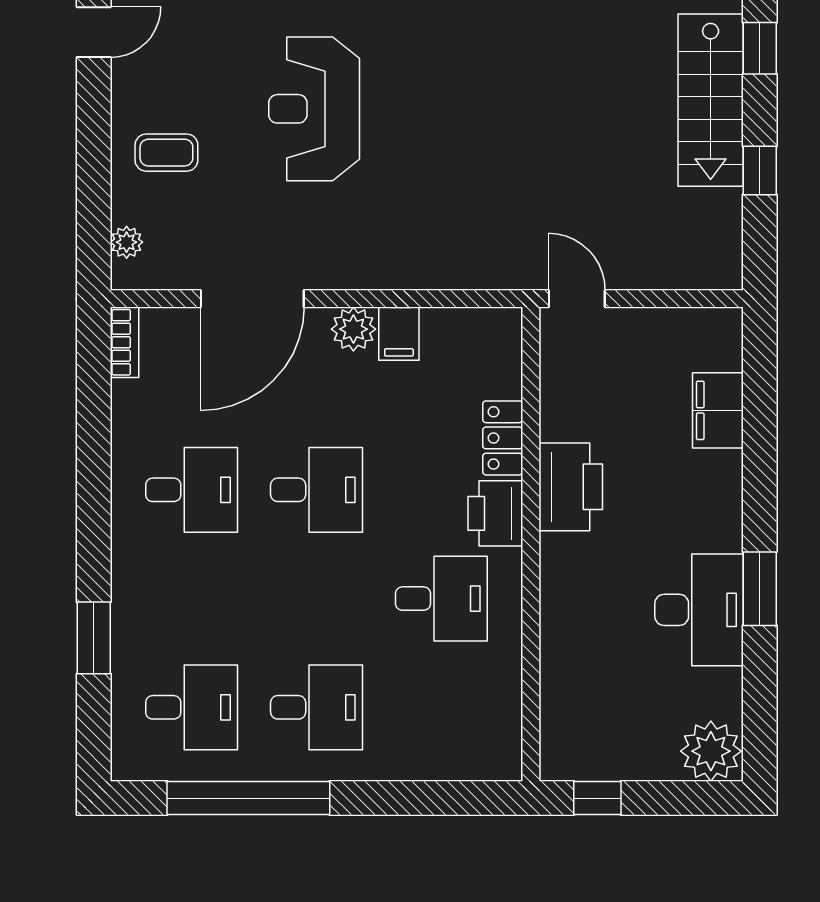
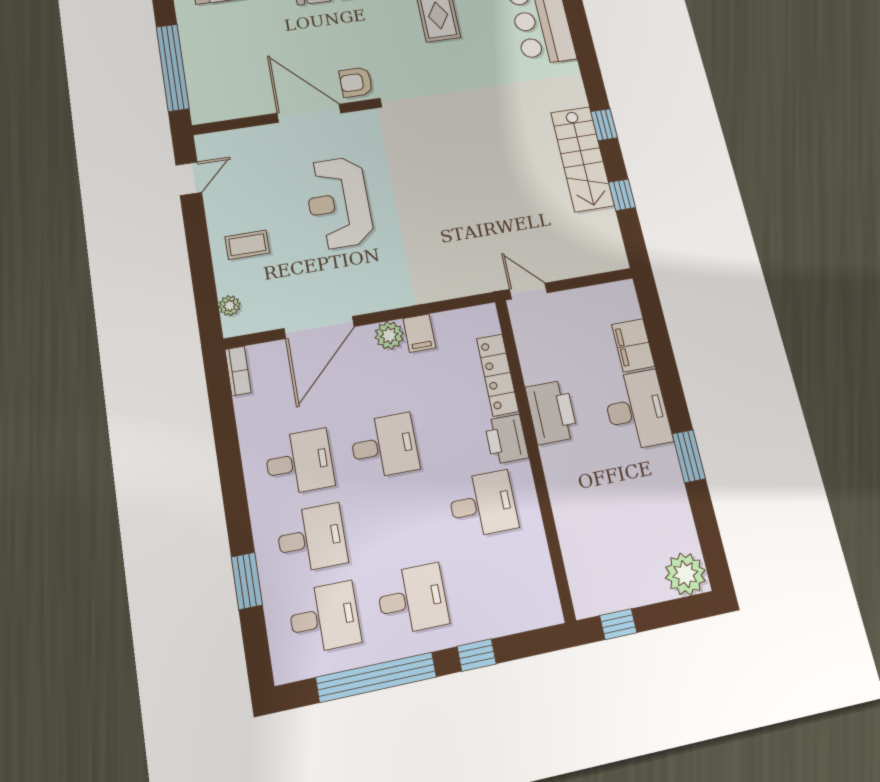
locker: (503, 438) -> (498, 375), width x1.53
desk: (192, 599) -> (312, 538), added
desk: (699, 610) -> (637, 410), moved
window: (391, 798) -> (477, 655), added

